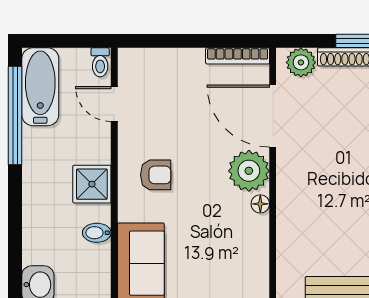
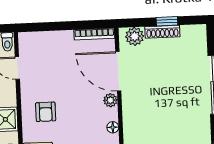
plant: (249, 171) -> (110, 100), width x0.53, depth x0.53
armchair: (156, 175) -> (46, 112), turned 90

